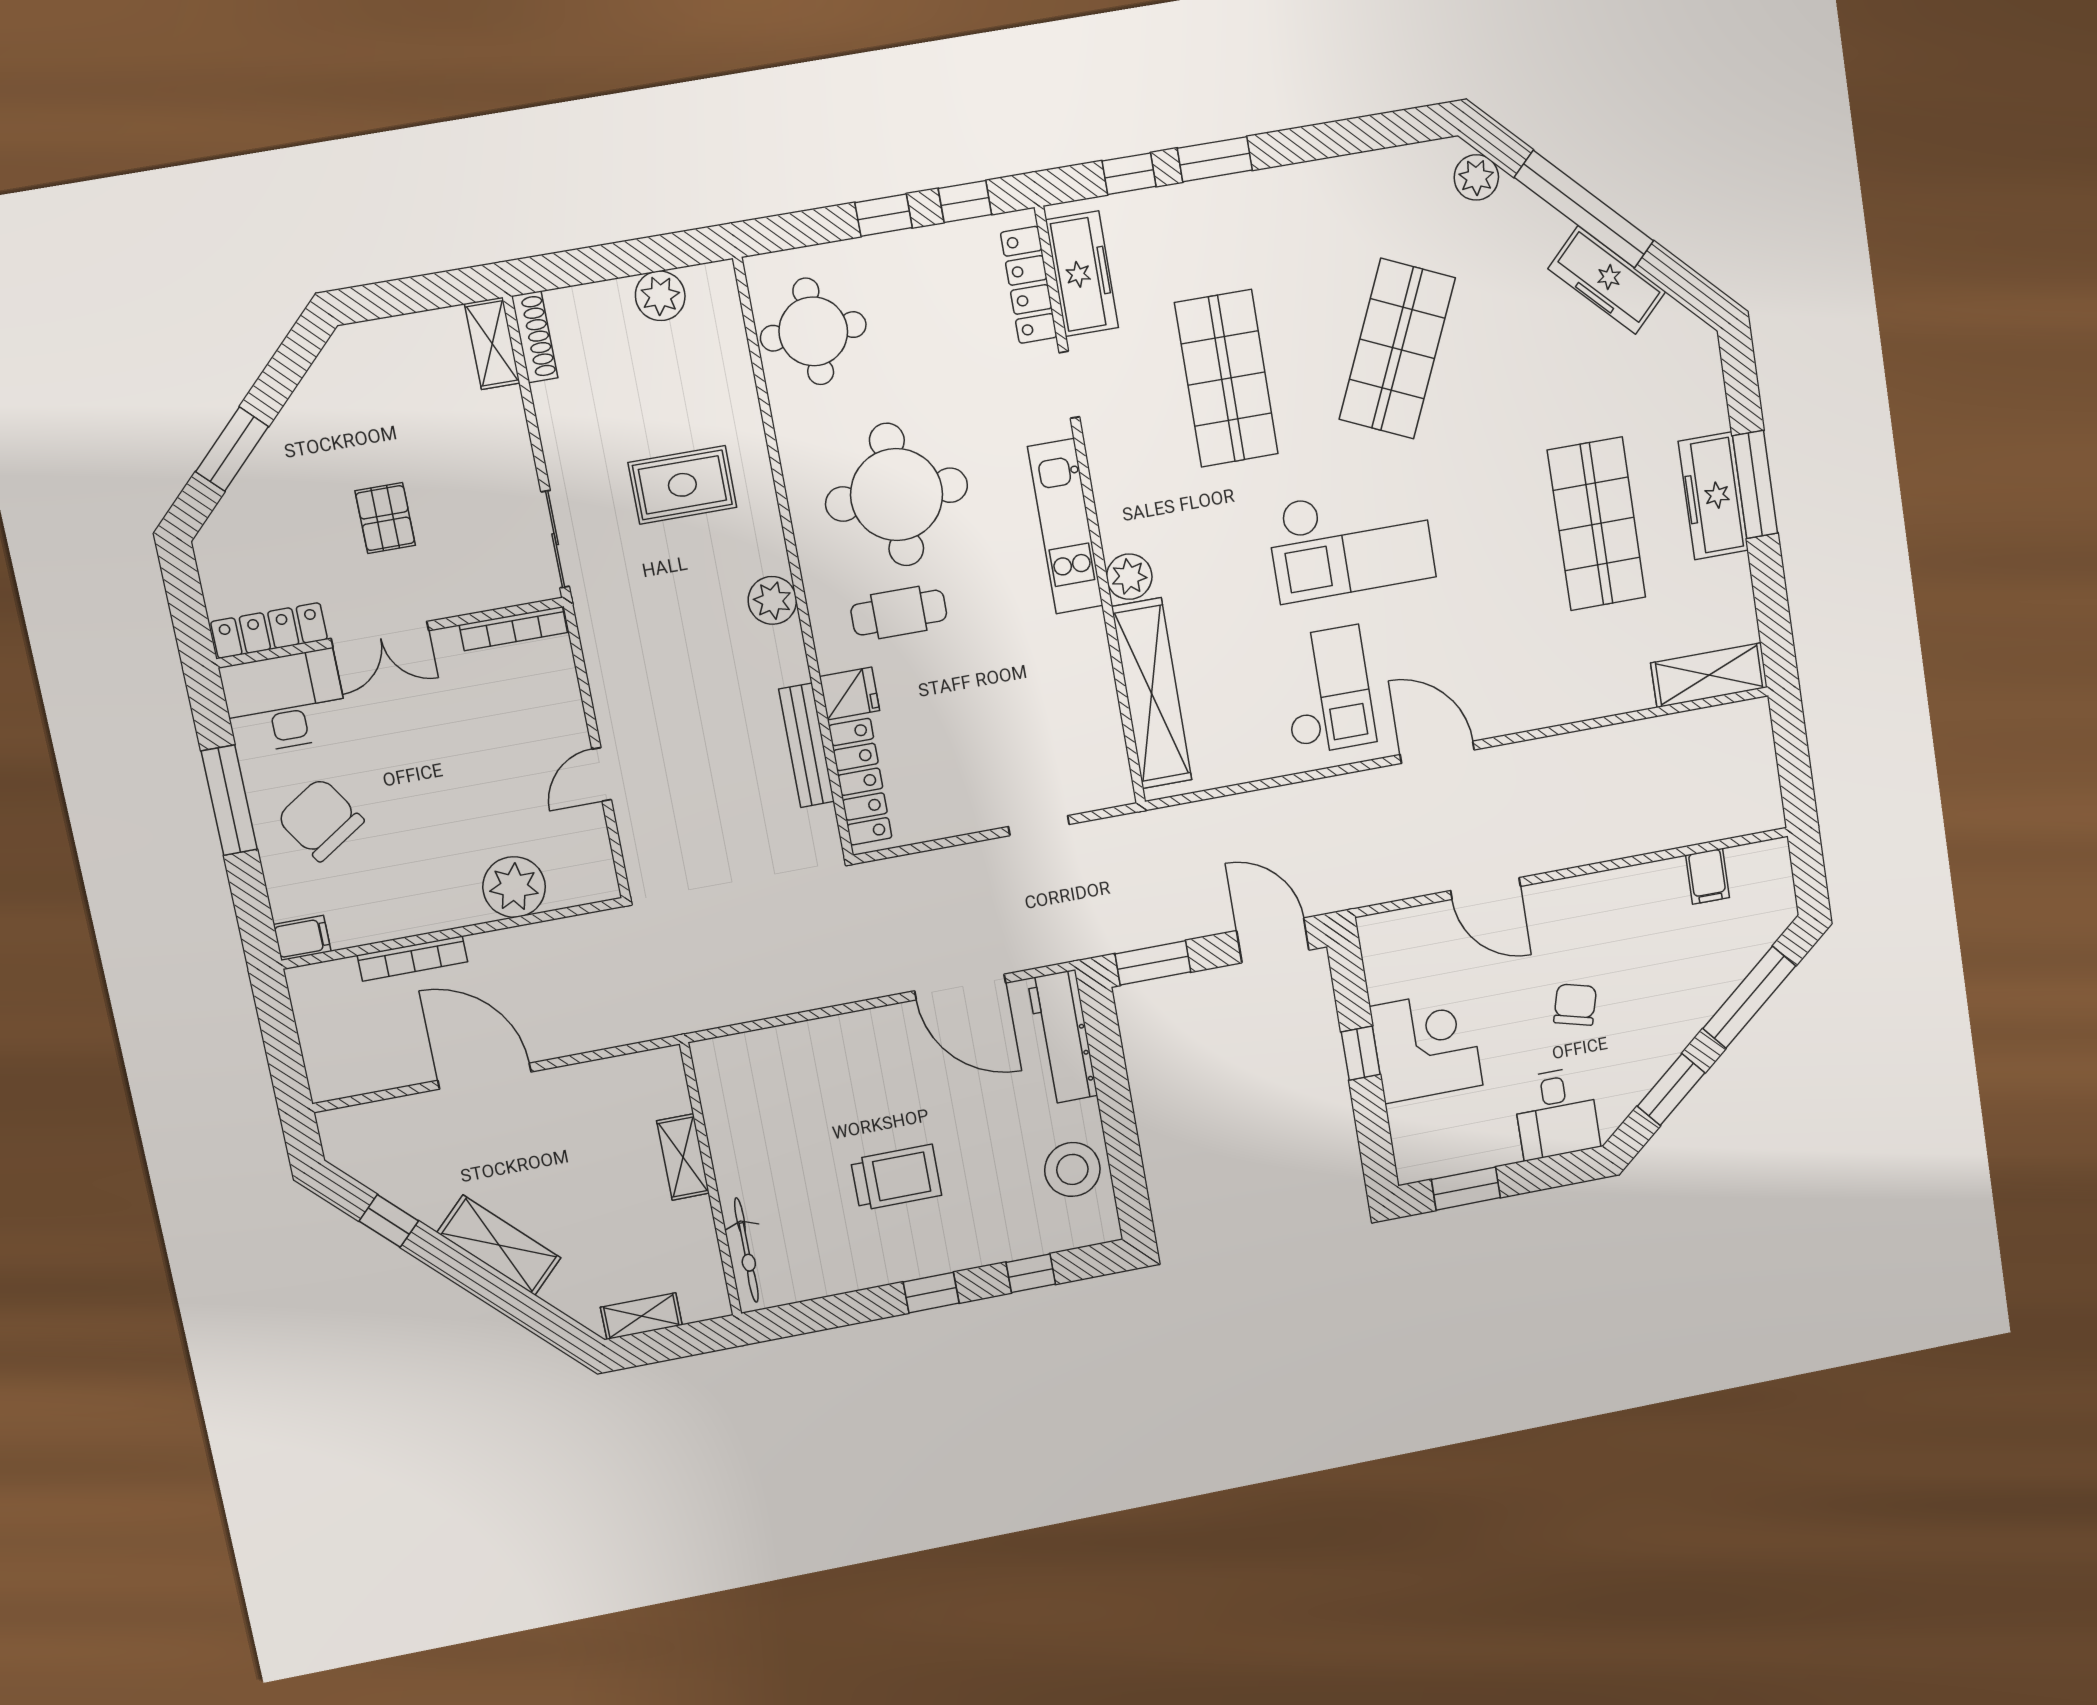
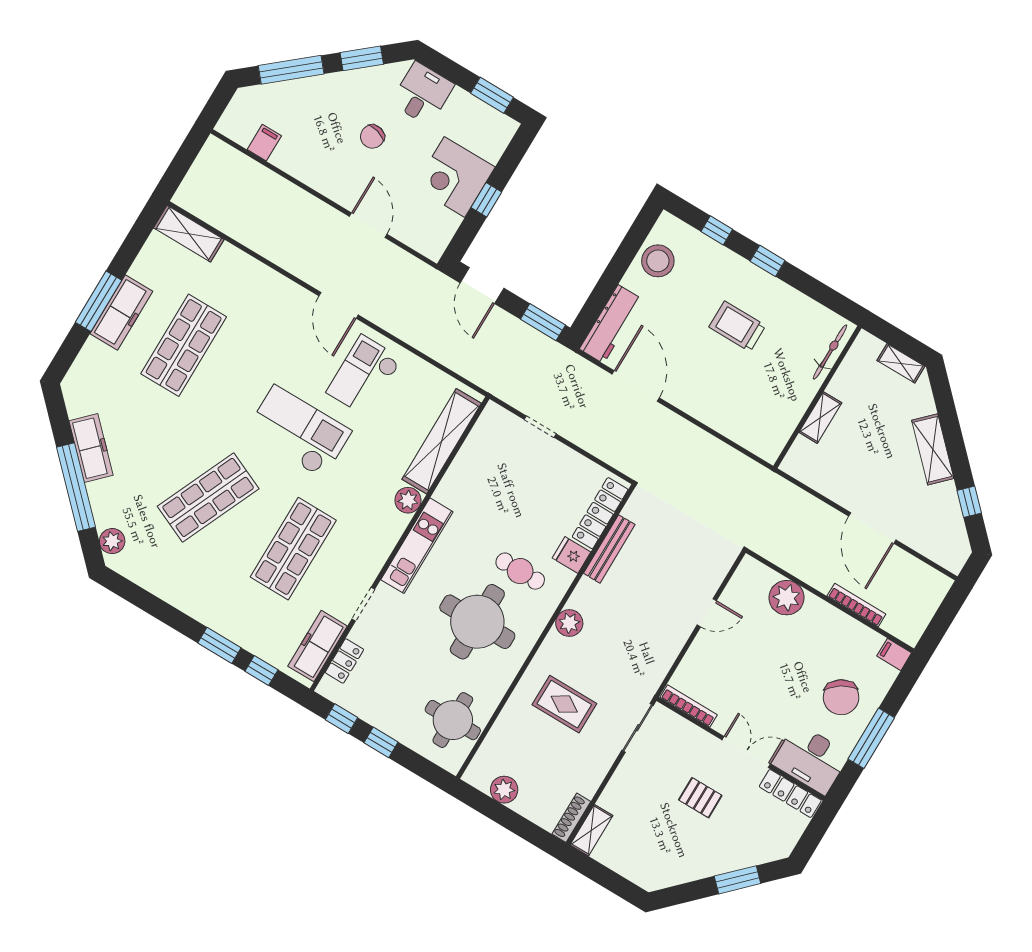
locker: (1029, 285) -> (344, 661), width x0.66
pallet: (385, 518) -> (700, 798), turned 90

